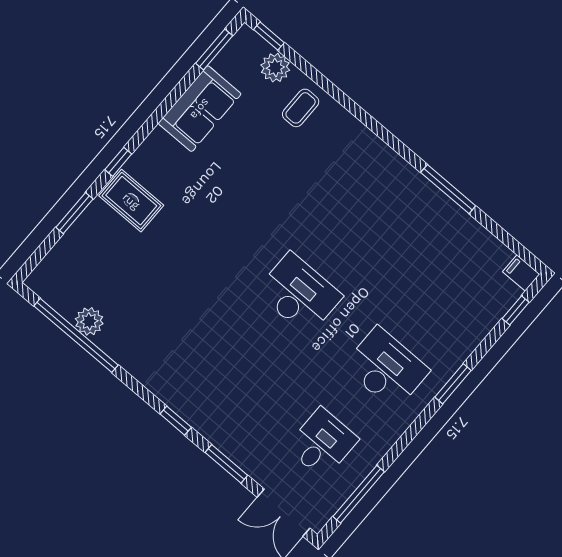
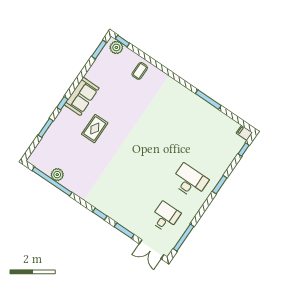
plant: (275, 68) -> (116, 47), moved
sofa: (200, 109) -> (82, 96), moved
rug: (131, 201) -> (95, 129), moved, turned 90
desk: (299, 294) -> (148, 153), removed

